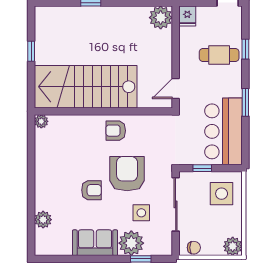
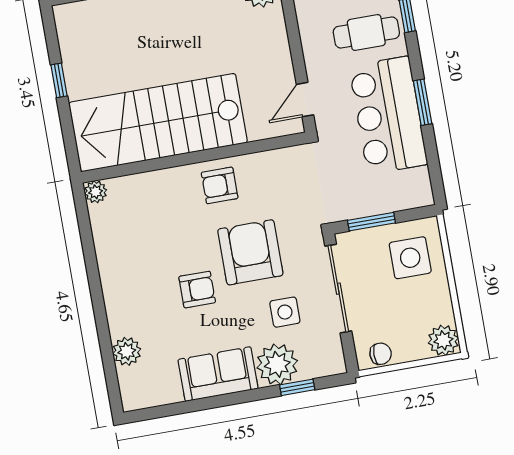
bar counter: (223, 131) -> (388, 115), moved
window: (202, 168) -> (371, 222), width x1.50

